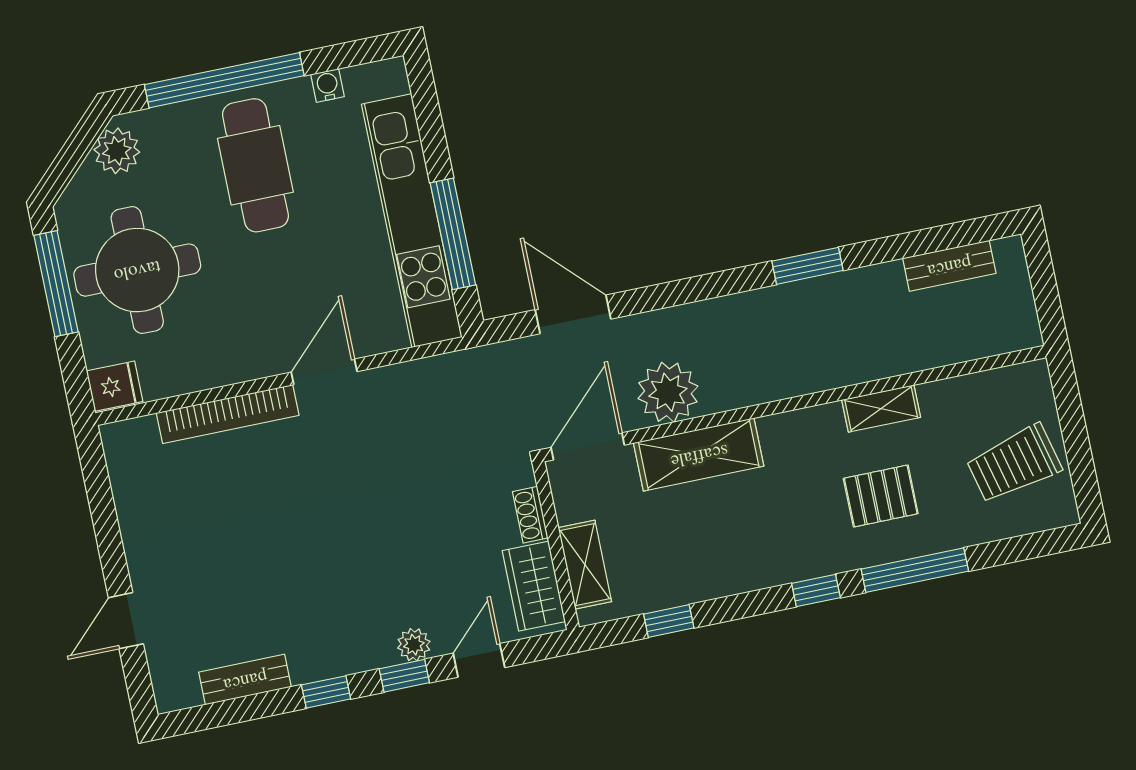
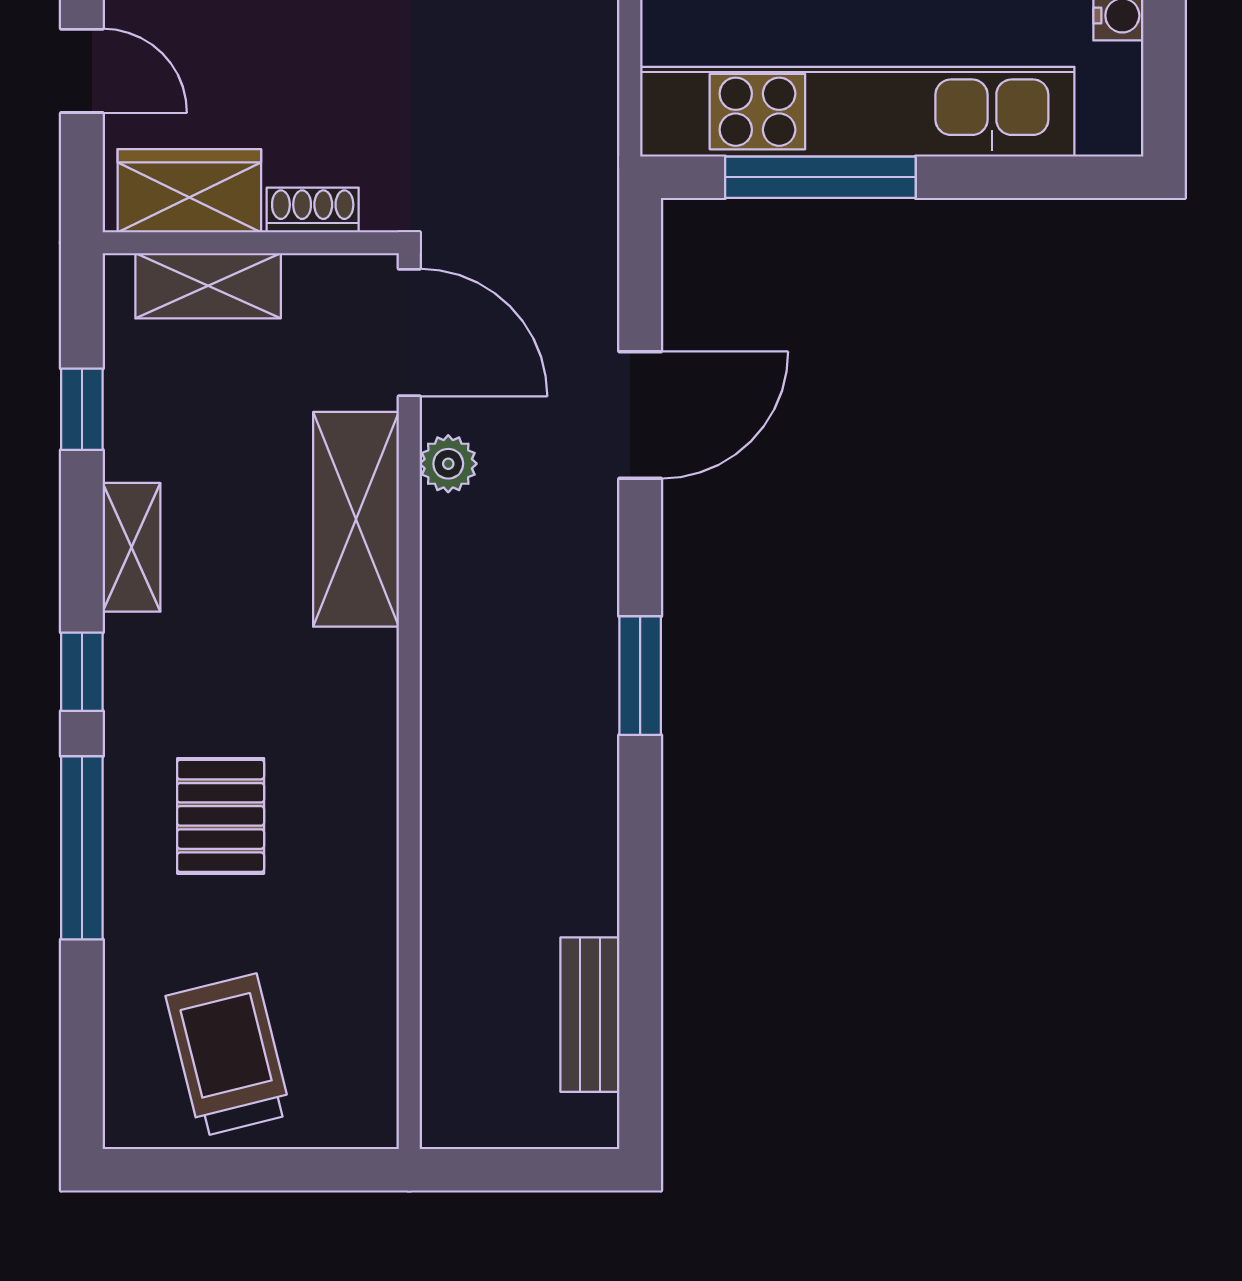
window: (807, 266) -> (640, 676), moved
door: (573, 314) -> (640, 415), moved
plant: (668, 392) -> (448, 464), width x0.53, depth x0.53
shelving: (881, 409) -> (132, 547), moved

